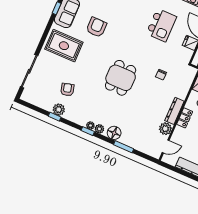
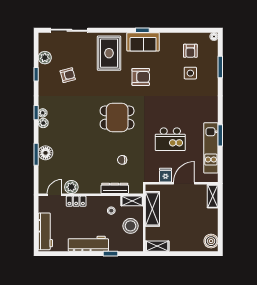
dining table: (121, 78) -> (117, 117), moved
plant: (59, 110) -> (45, 58), moved
dresser: (174, 111) -> (115, 188), moved
locker: (185, 118) -> (76, 201), moved
floor lamp: (114, 133) -> (46, 153), moved
door: (166, 146) -> (54, 195), swing flipped

